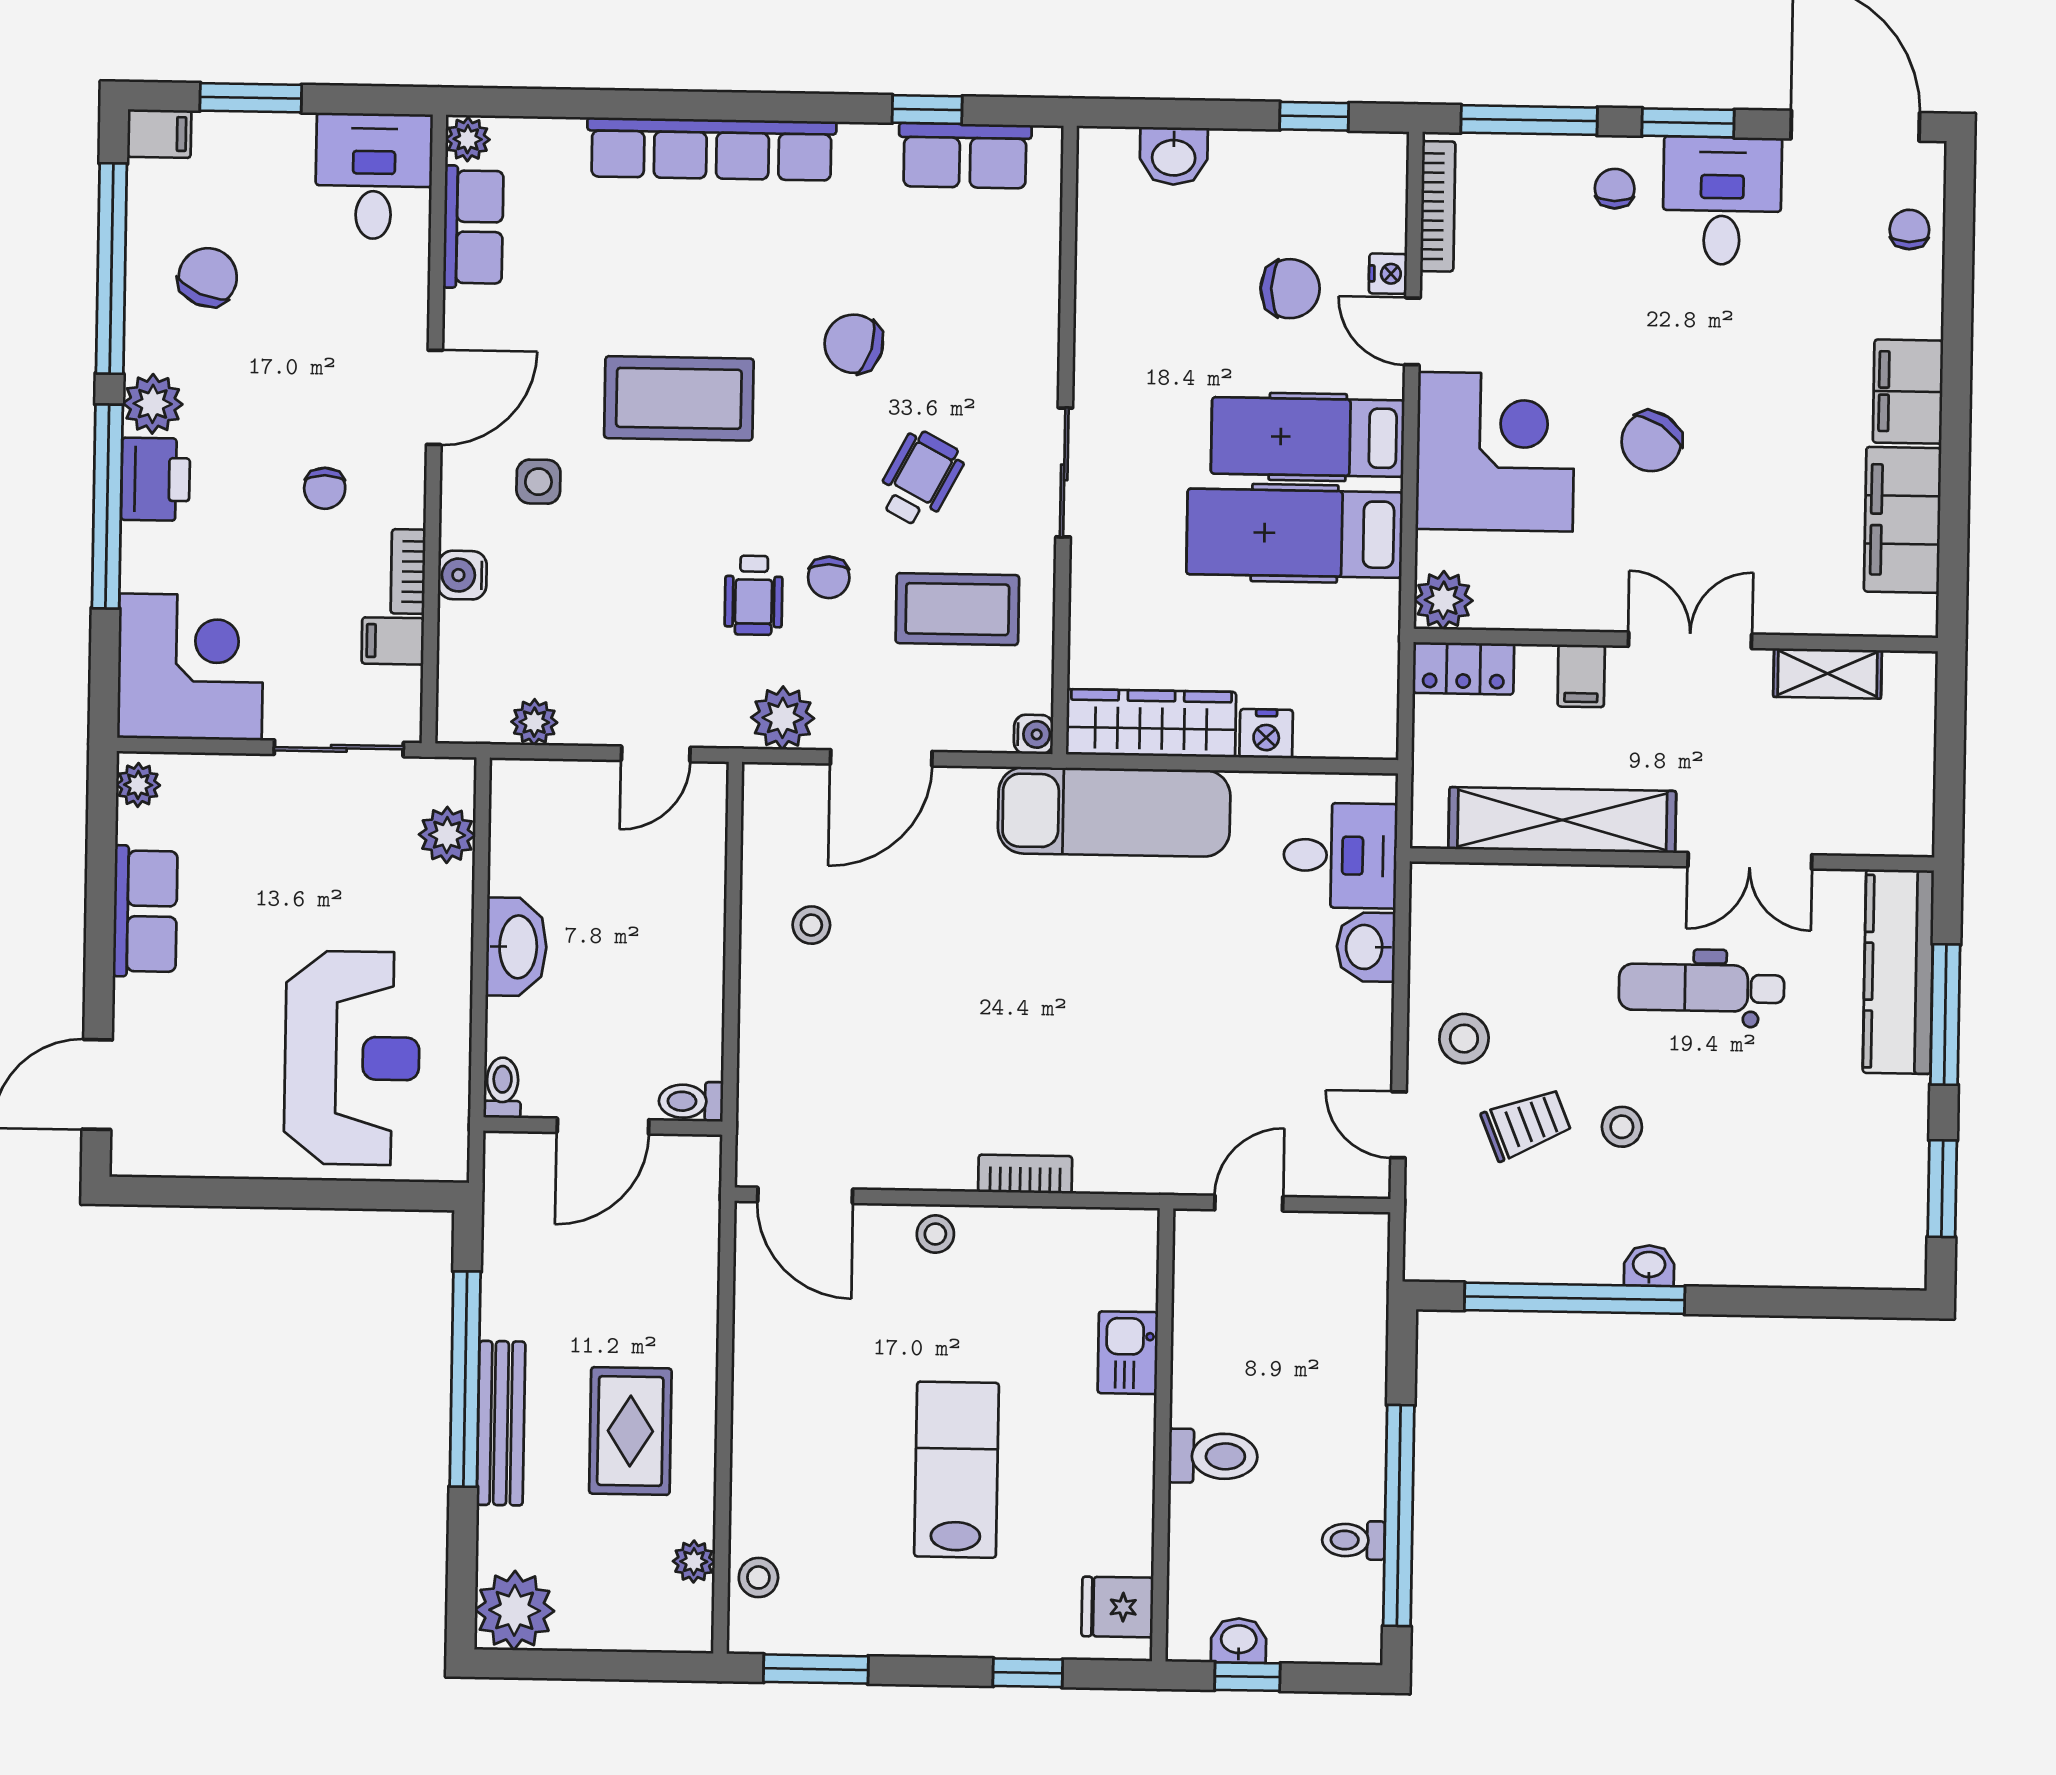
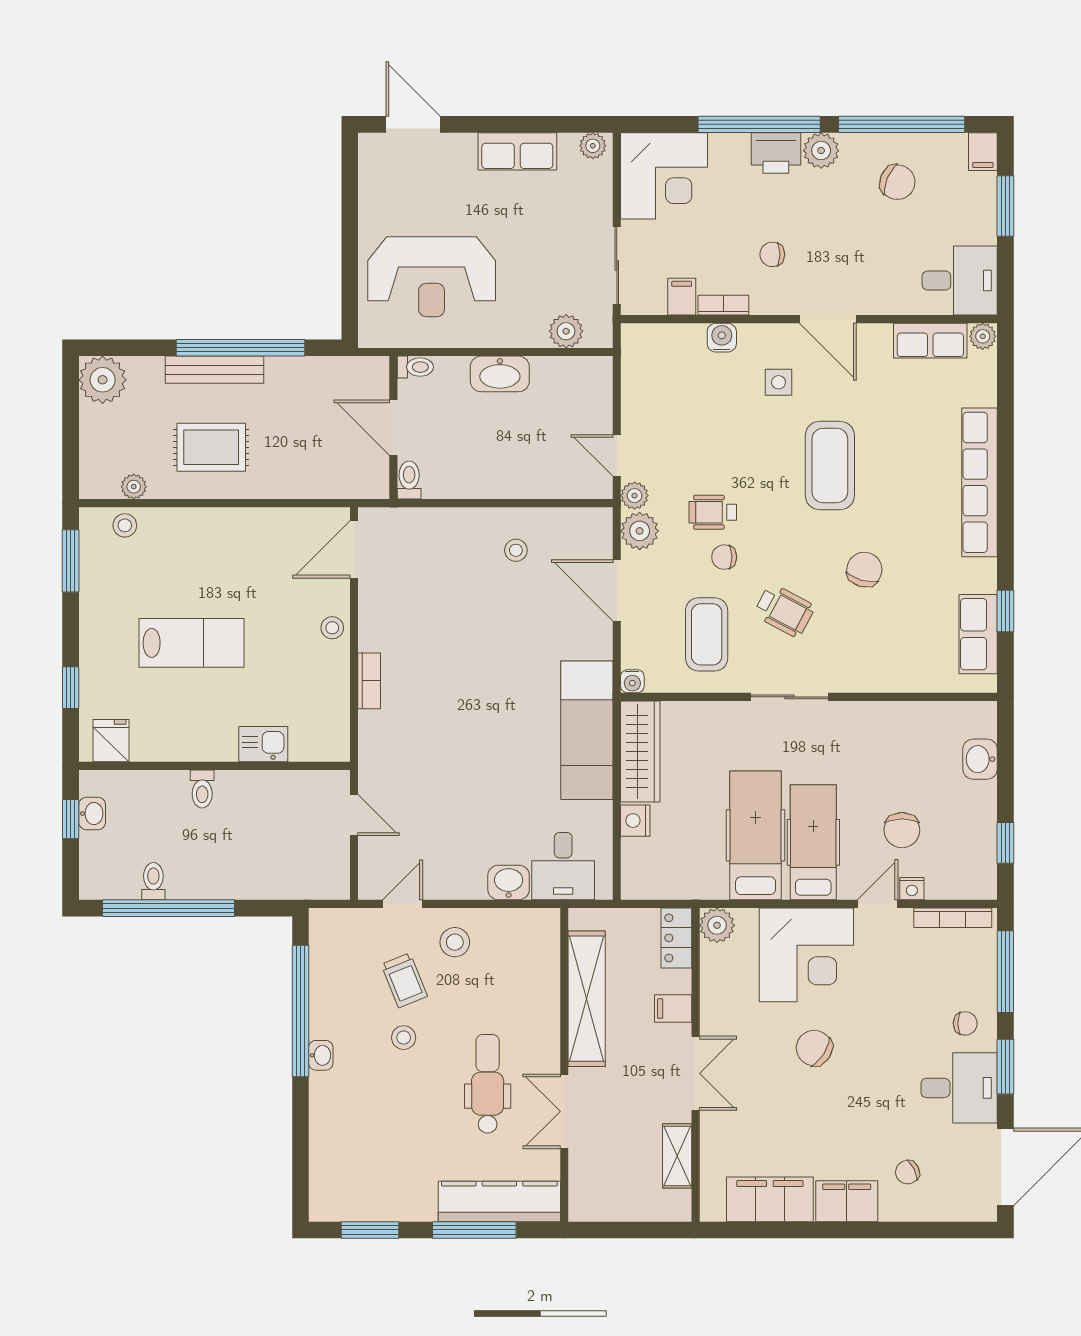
chair: (1909, 229) -> (907, 1172), moved, turned 153
plant: (534, 722) -> (635, 496), moved
toilet: (1213, 1456) -> (202, 789), width x0.73, depth x0.72

